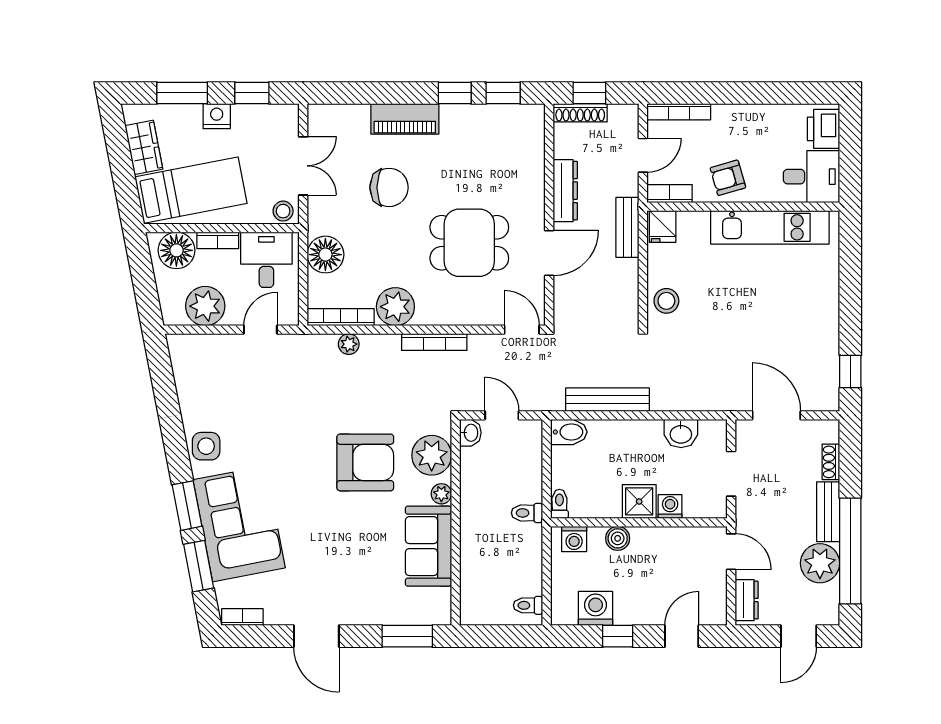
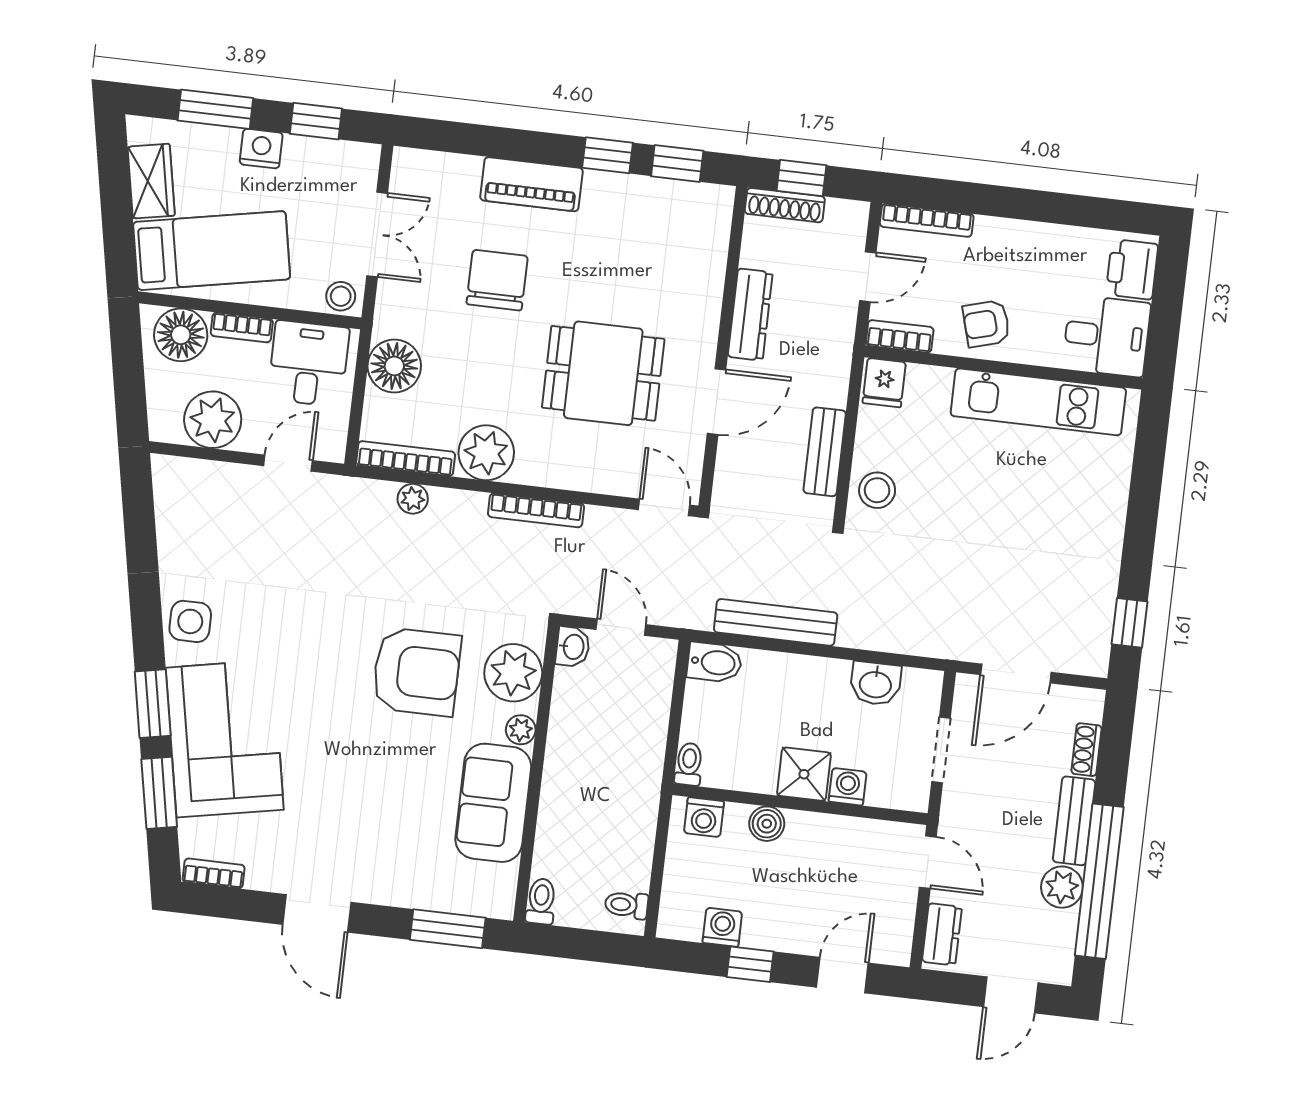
chair: (389, 187) -> (497, 280), turned -90
bench: (627, 227) -> (825, 452), moved
door: (776, 415) -> (1016, 674), swing flipped
toilet: (527, 513) -> (541, 901), moved, turned 90
plant: (820, 563) -> (1062, 887), width x0.73, depth x0.73
washing machine: (596, 608) -> (722, 927), width x0.73, depth x0.73

